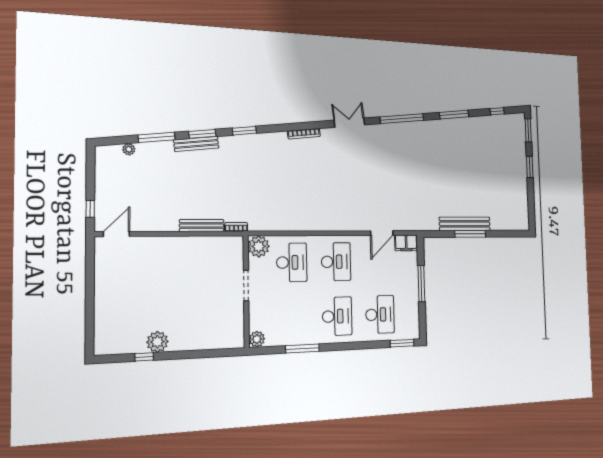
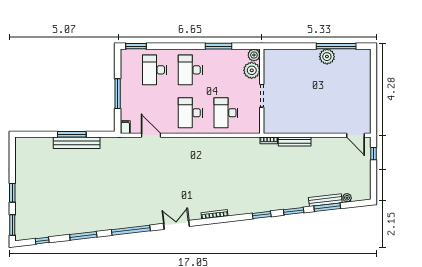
double door: (349, 123) -> (177, 225), swing flipped
bench: (196, 144) -> (325, 200), moved
door: (382, 233) -> (151, 135), hinge flipped
door: (117, 234) -> (355, 135), hinge flipped
filing cabinet: (406, 243) -> (125, 127), width x0.50
plant: (259, 246) -> (252, 70), moved
window: (144, 357) -> (336, 46), width x3.17

